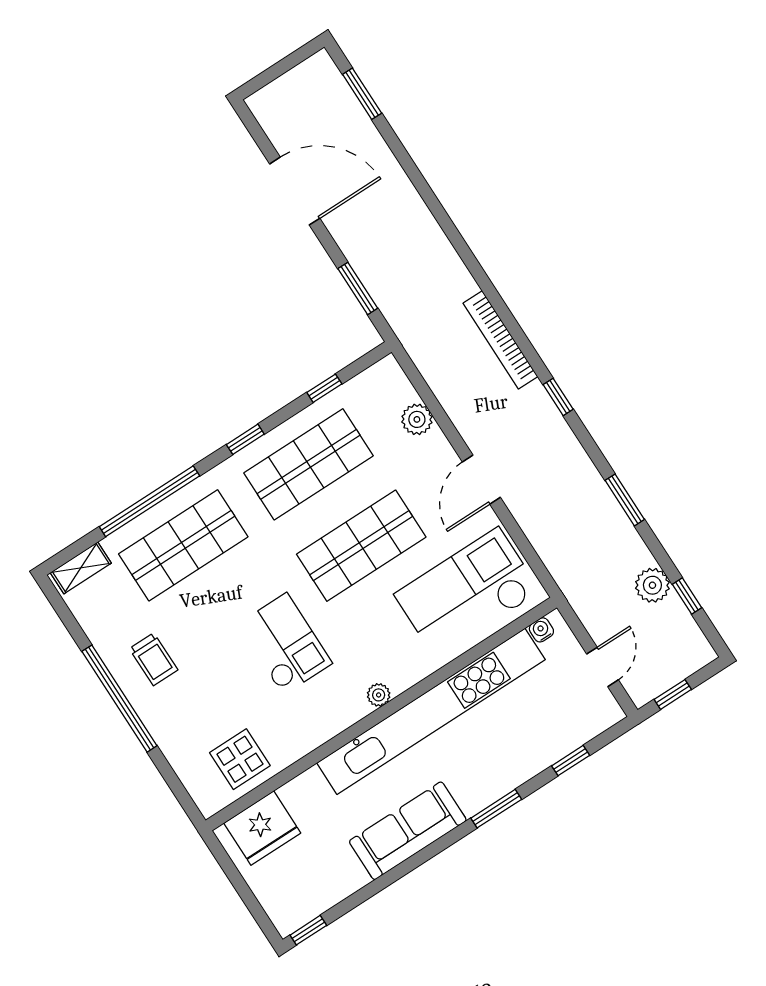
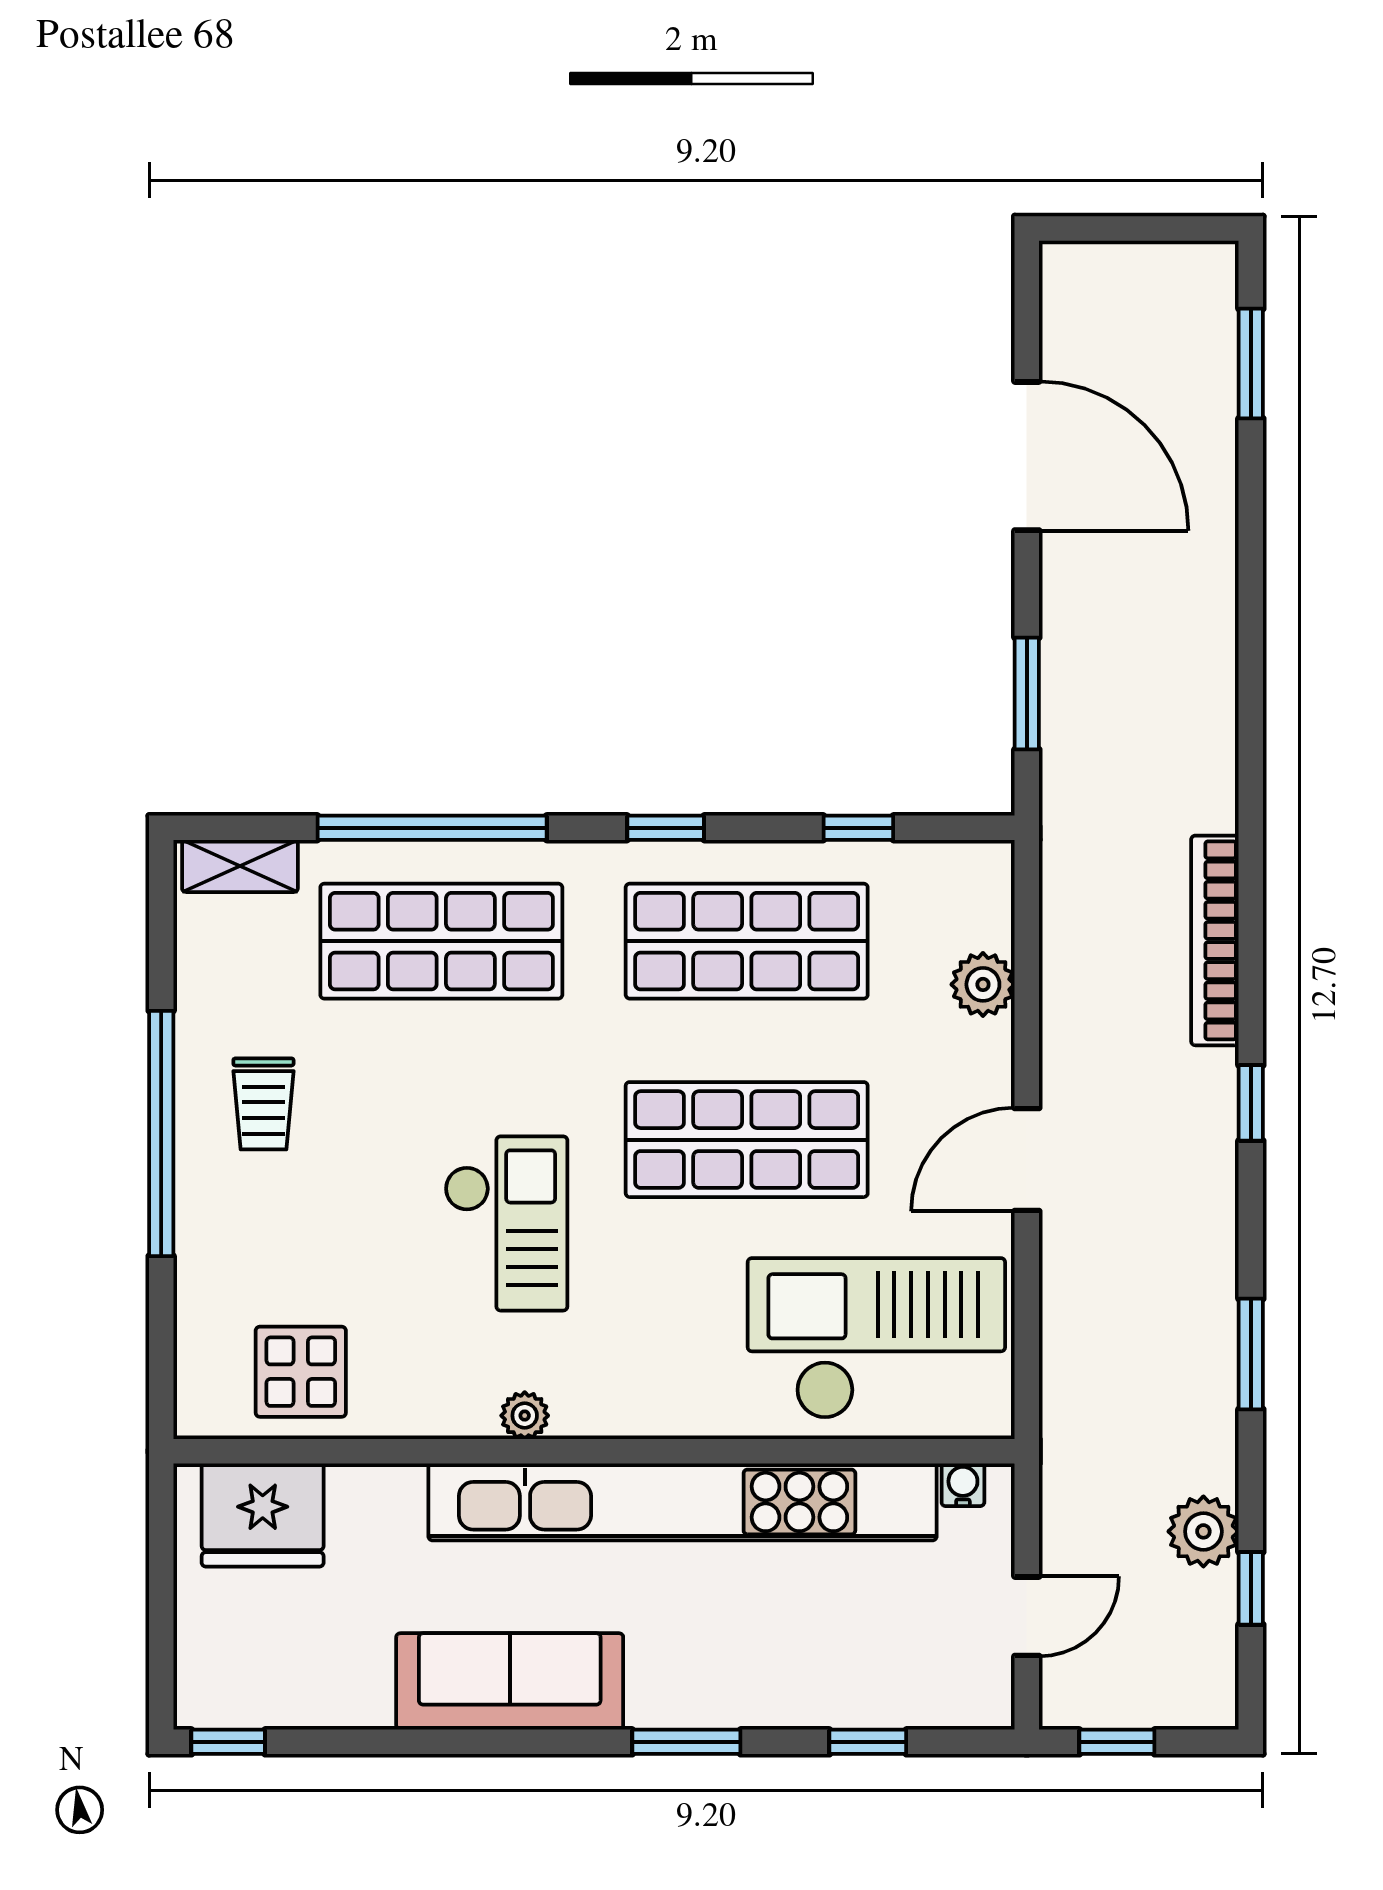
plant: (379, 695) -> (525, 1416), moved

